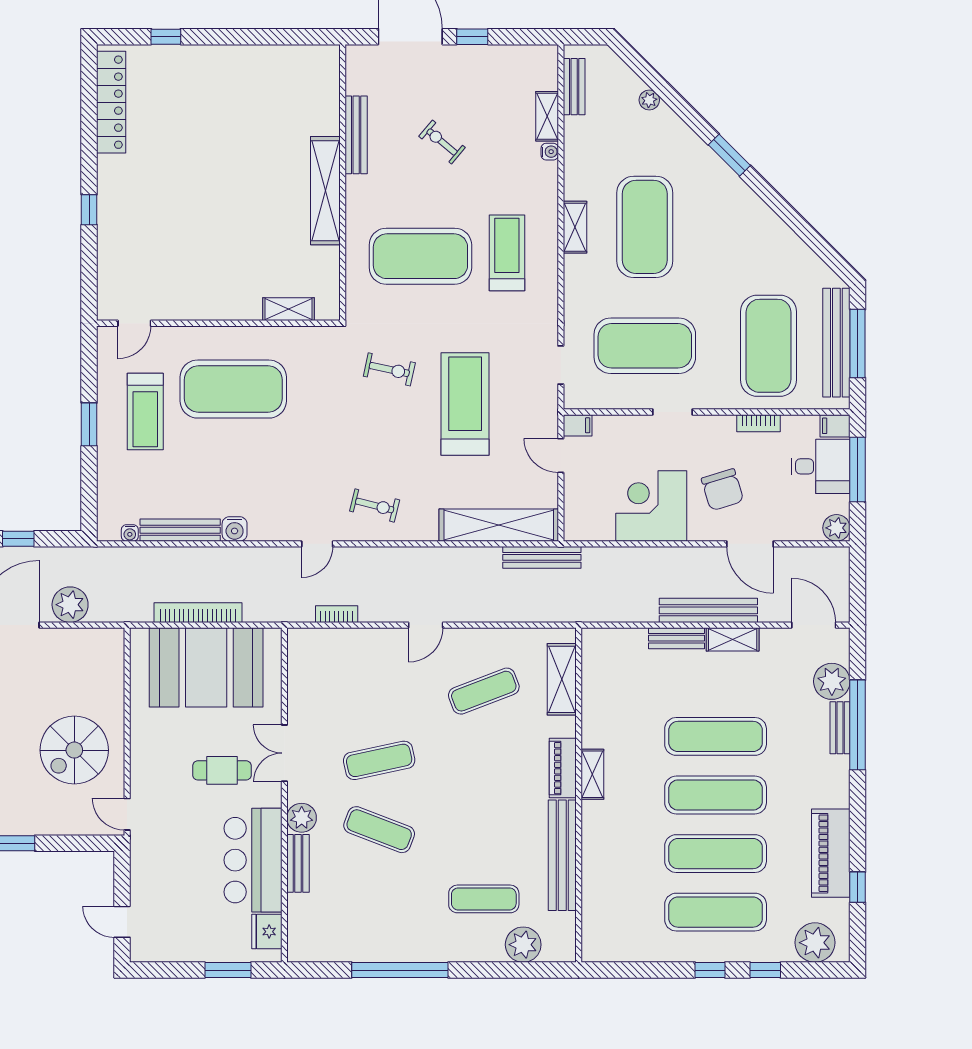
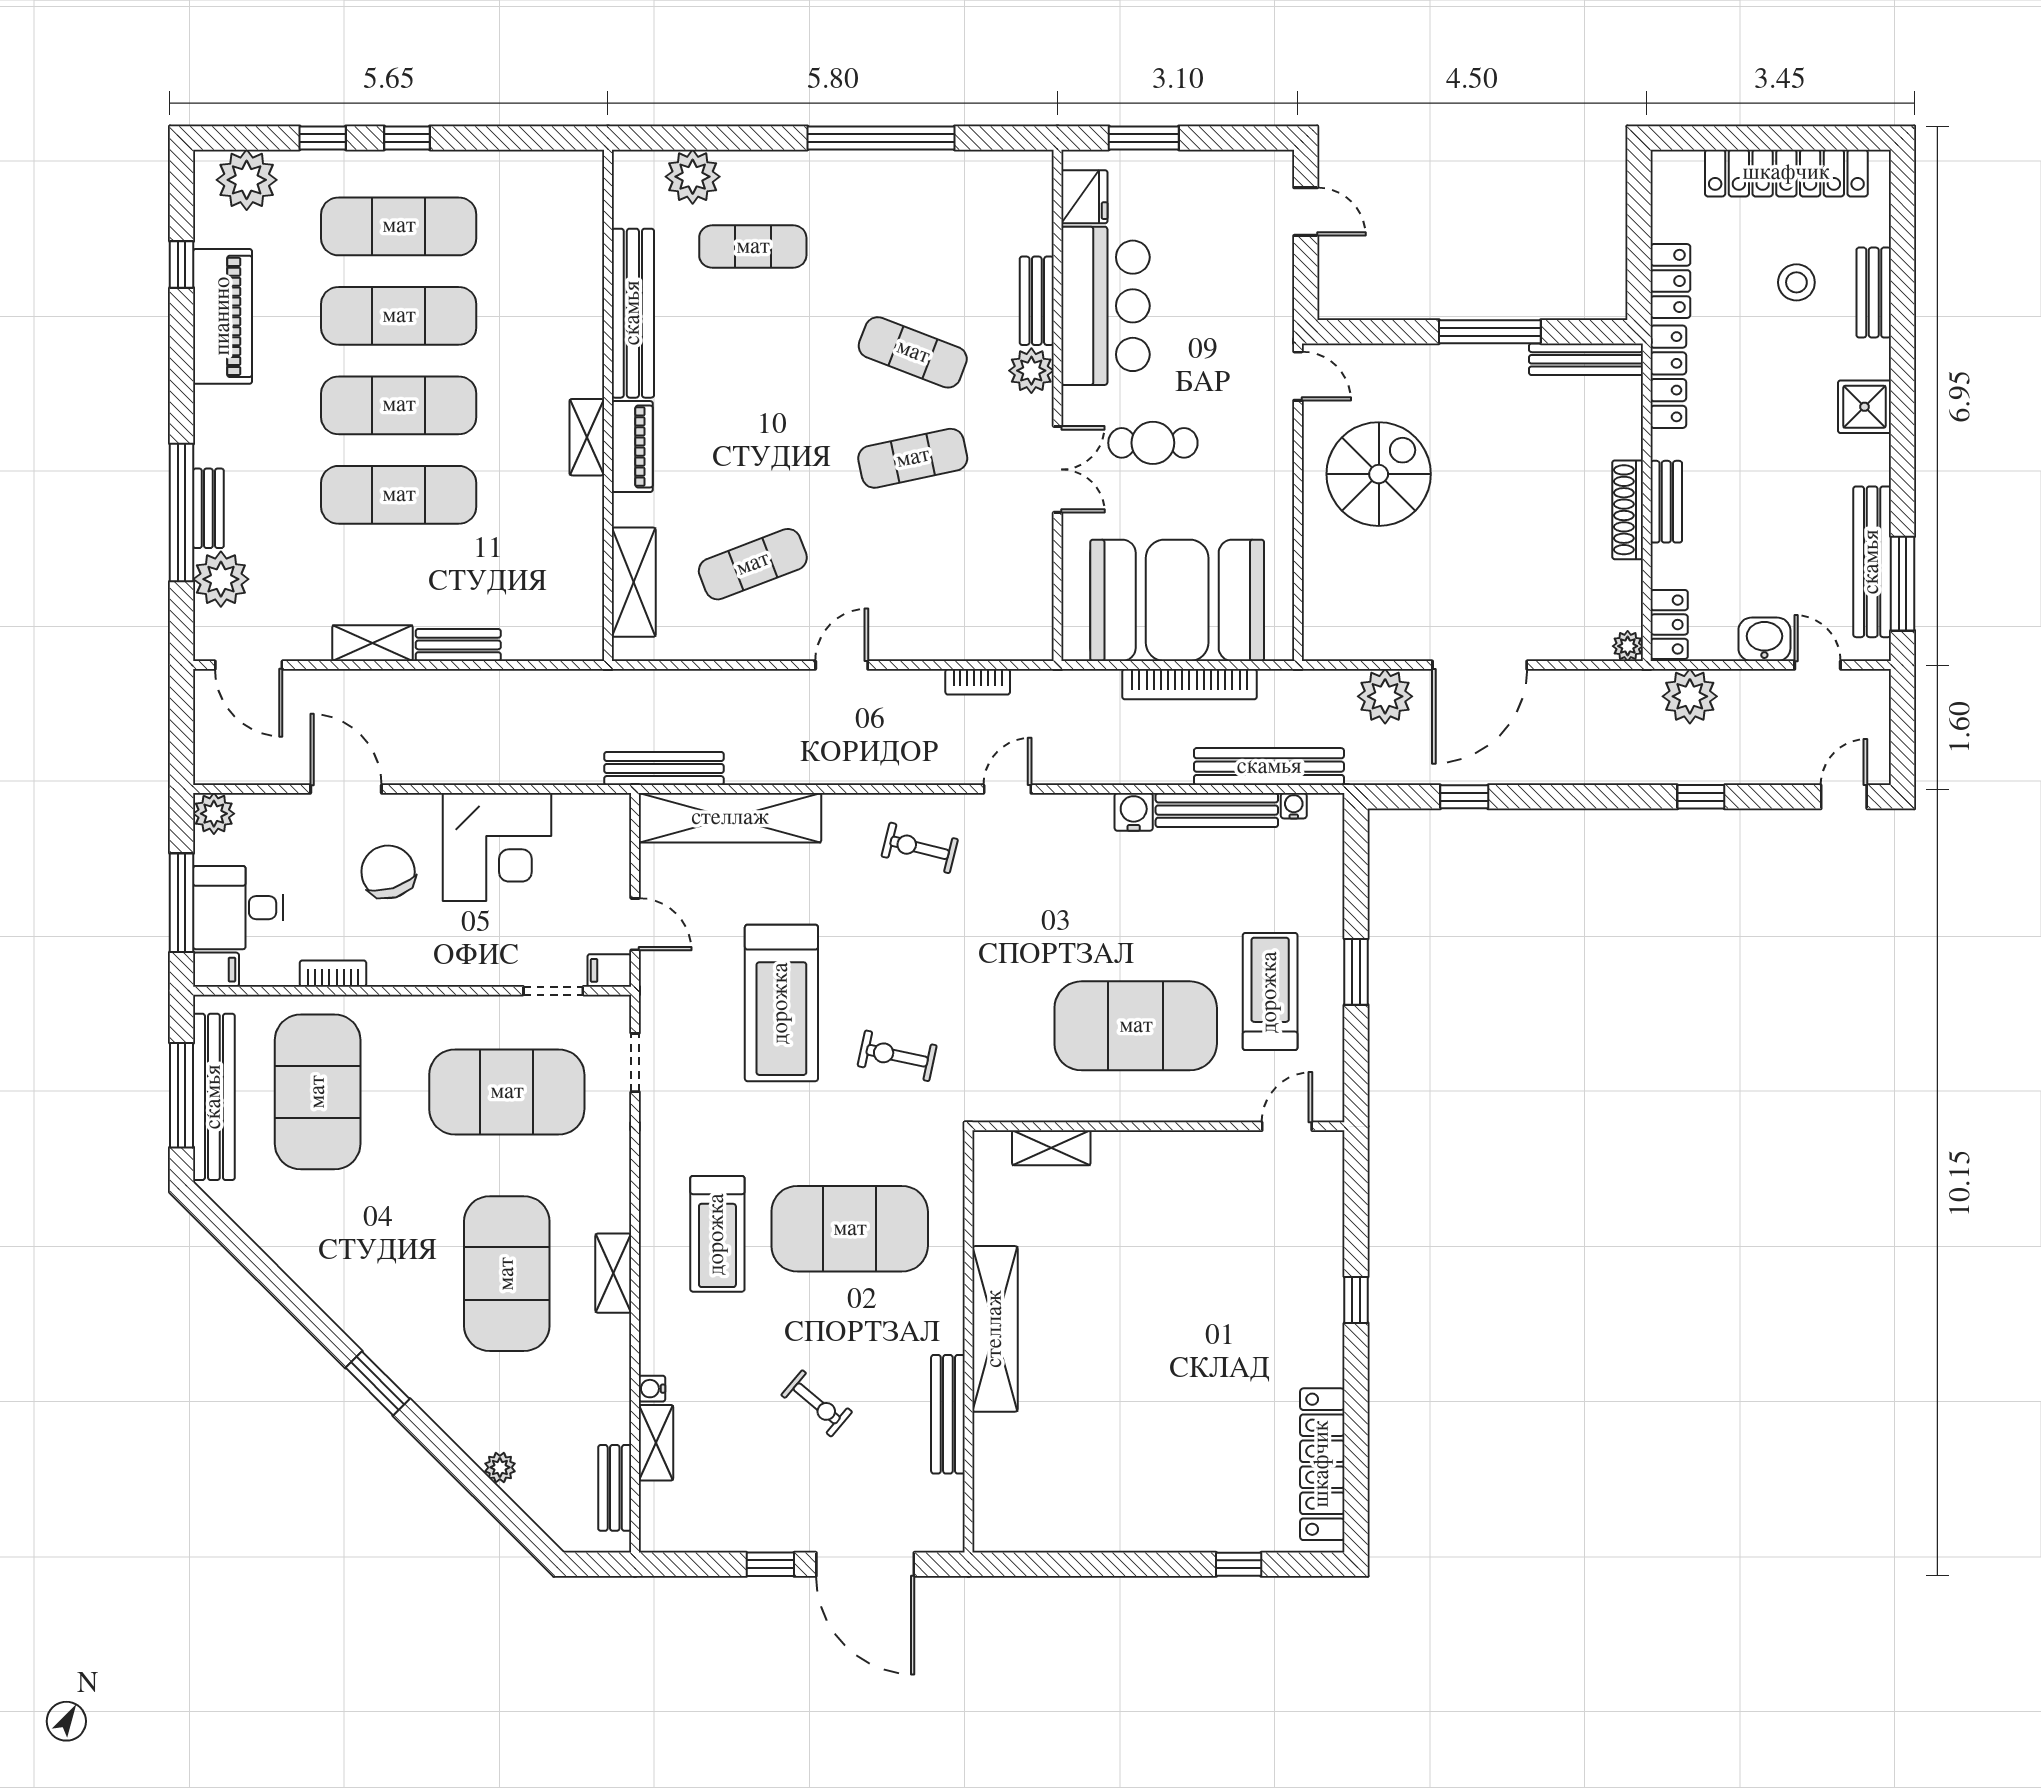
doorway: (673, 412) -> (553, 991), moved
bench: (708, 610) -> (1269, 767), moved

